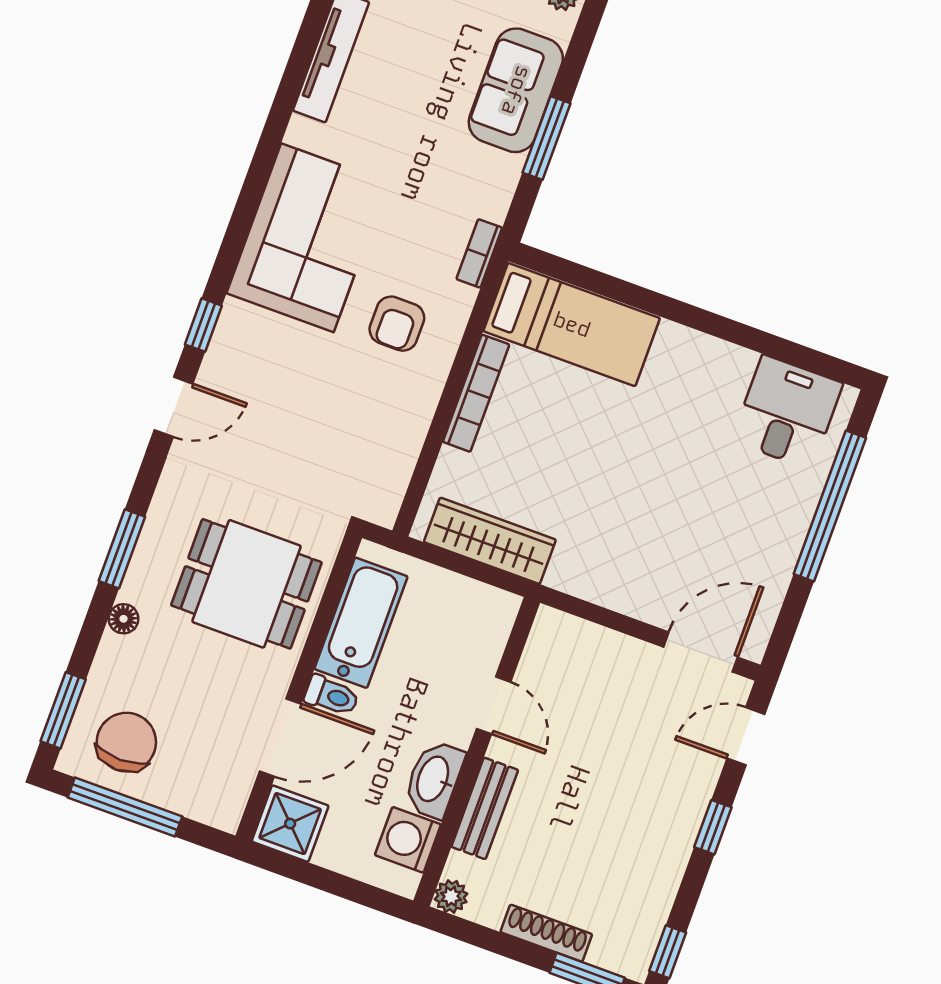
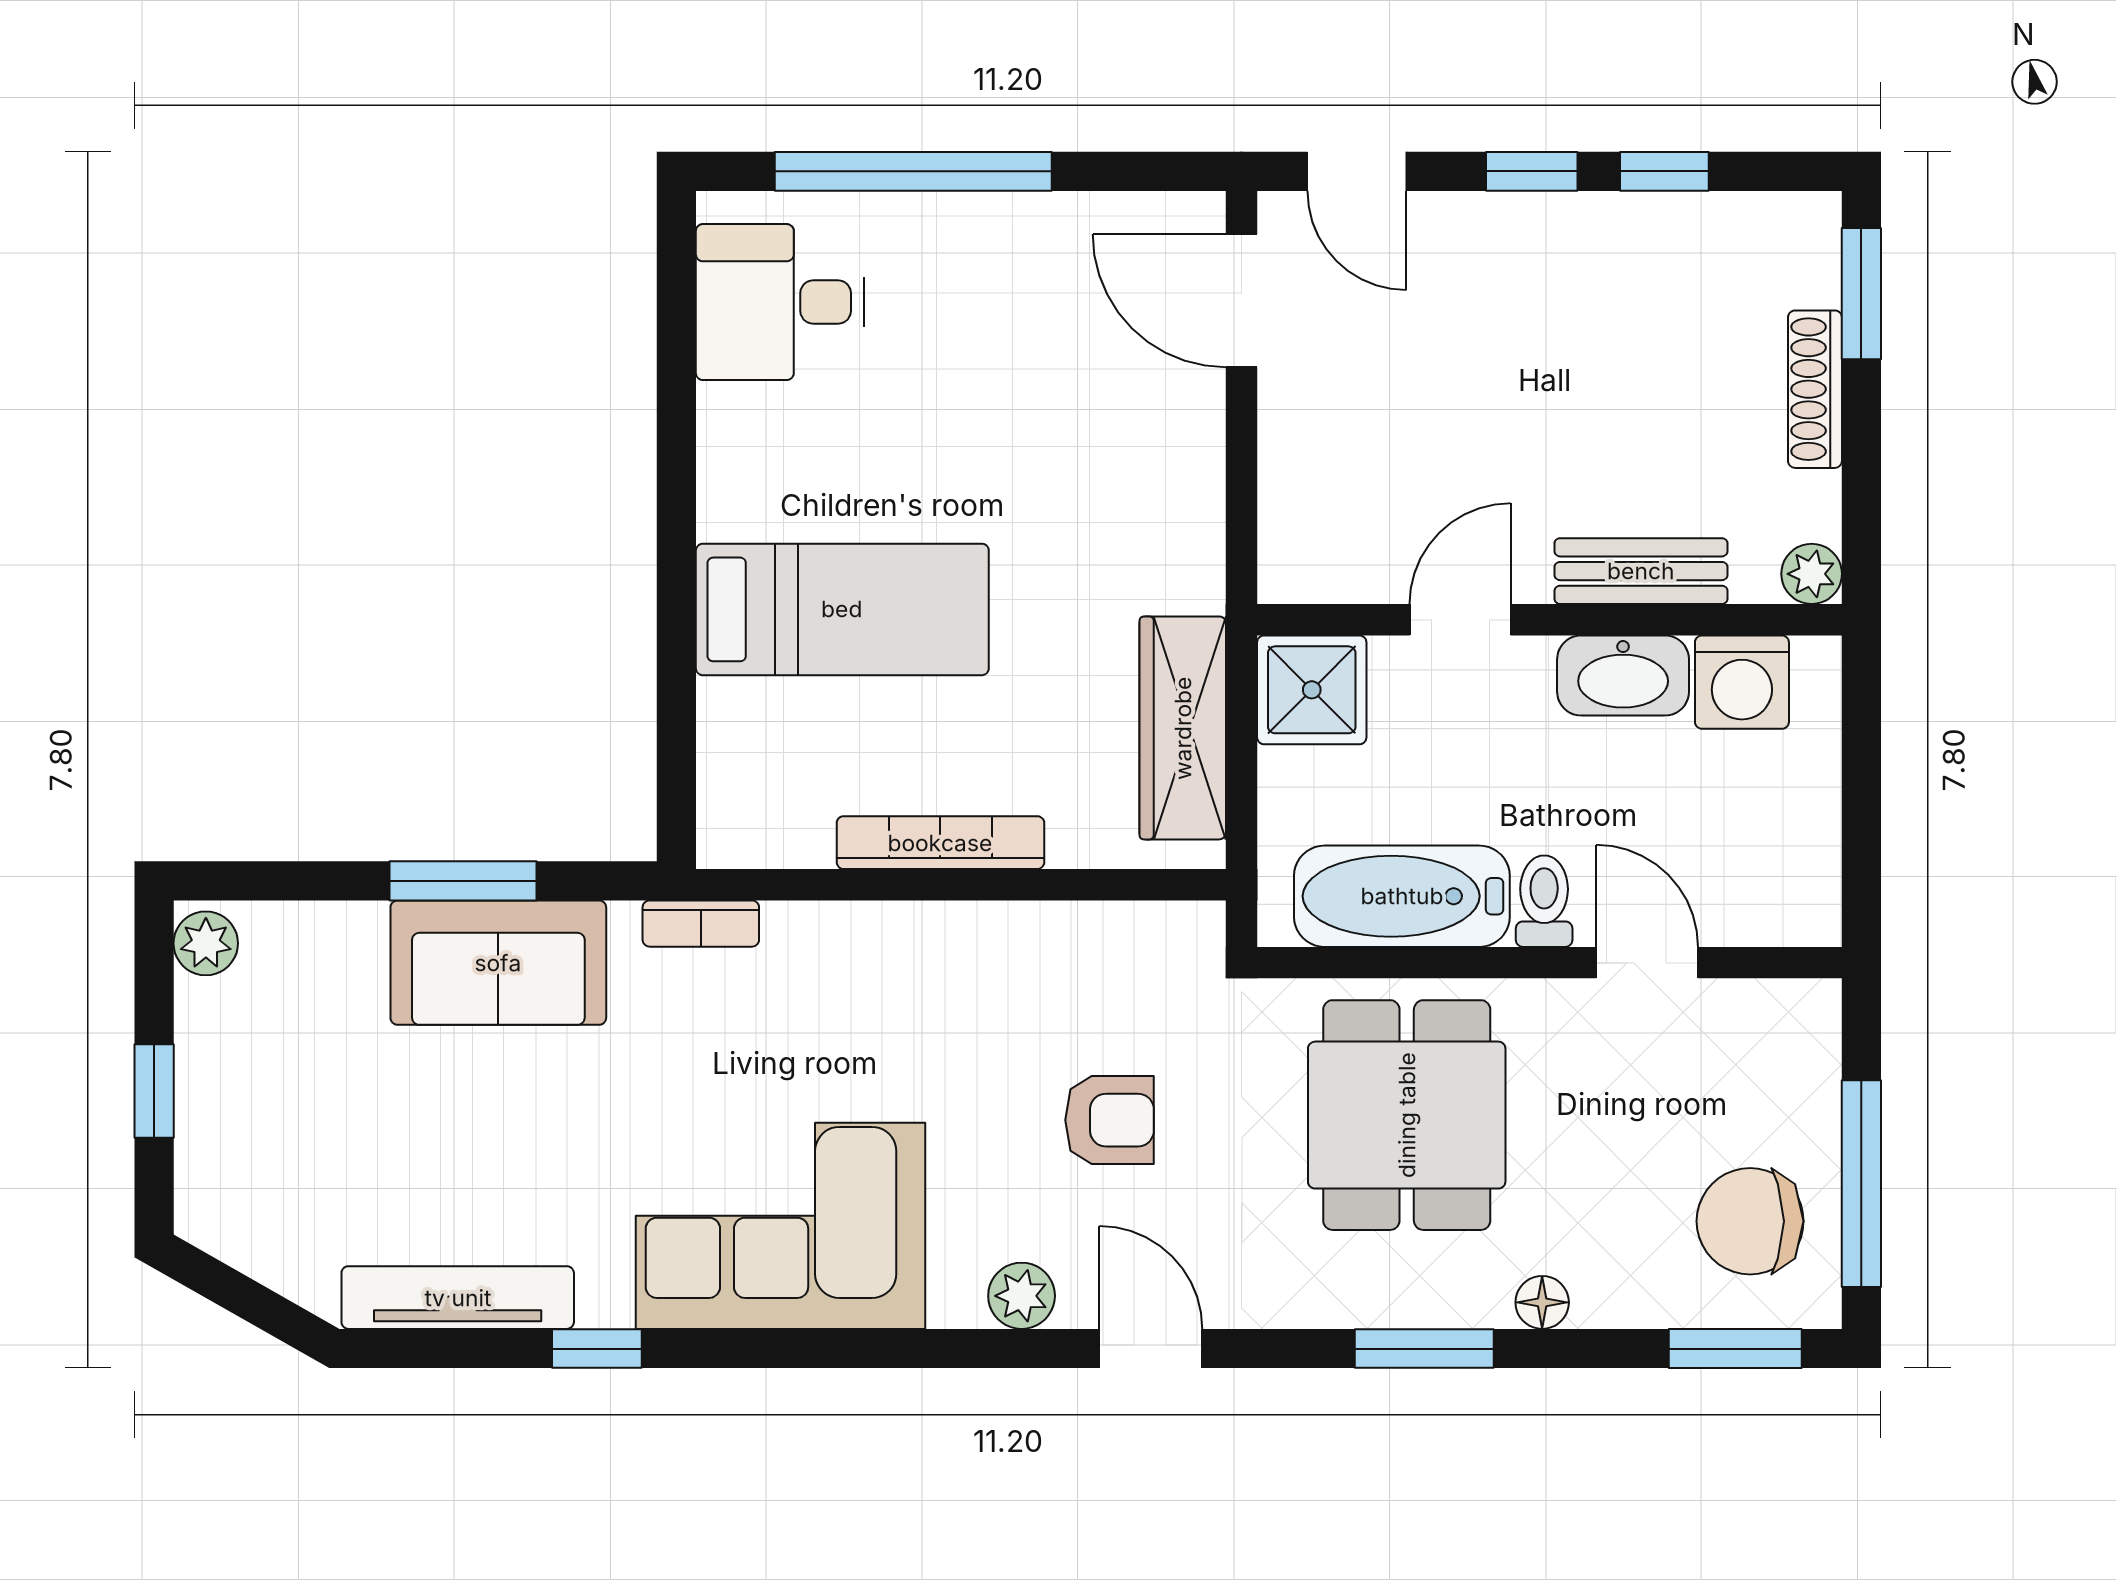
sofa: (516, 90) -> (498, 963), moved
armchair: (397, 324) -> (1110, 1120), moved
window: (203, 325) -> (597, 1349), moved
bed: (572, 325) -> (842, 609), moved, turned 90
plant: (225, 350) -> (1022, 1296), added
door: (280, 738) -> (1647, 963), width x0.73
shower: (290, 824) -> (1312, 690), moved
window: (668, 952) -> (1664, 171), moved

